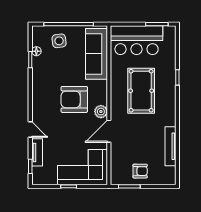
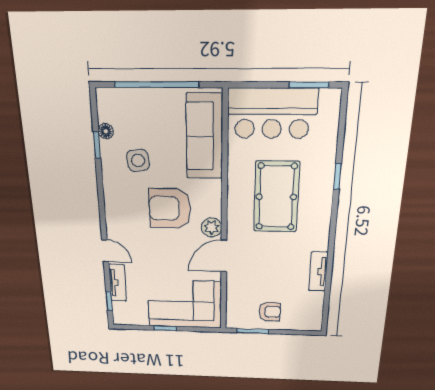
side table: (59, 41) -> (138, 160), moved
tv unit: (171, 146) -> (318, 272), width x0.71

